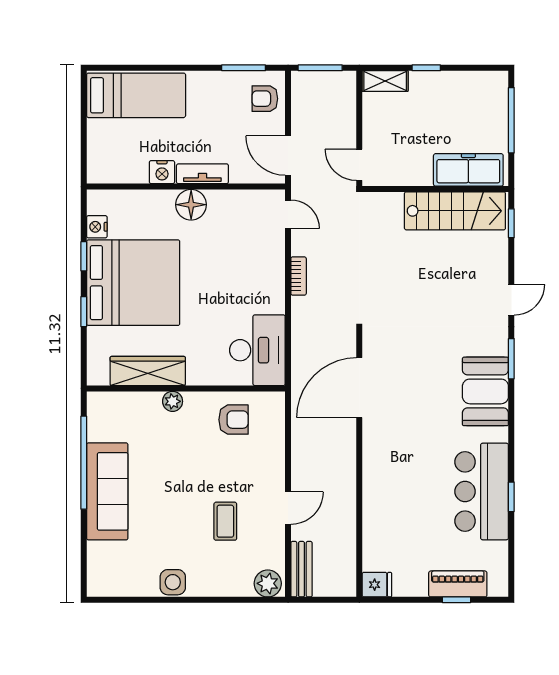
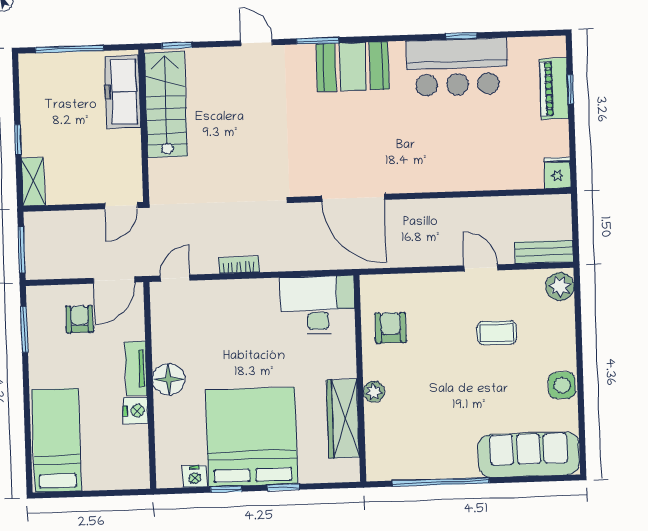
armchair: (265, 99) -> (80, 319), moved, turned 180
sofa: (107, 491) -> (529, 455), moved

